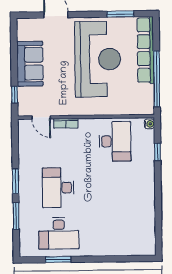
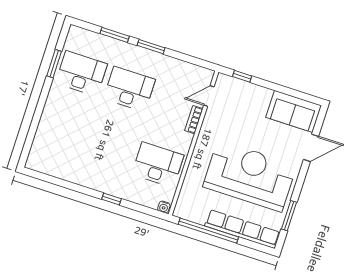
reception desk: (98, 59) -> (250, 176), turned 180
sofa: (30, 64) -> (294, 111), moved
desk: (115, 141) -> (158, 165), turned 180
window: (158, 152) -> (111, 199), moved
desk: (59, 233) -> (81, 73), turned 90

